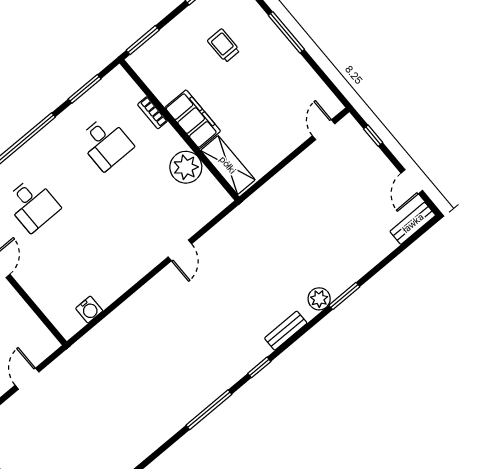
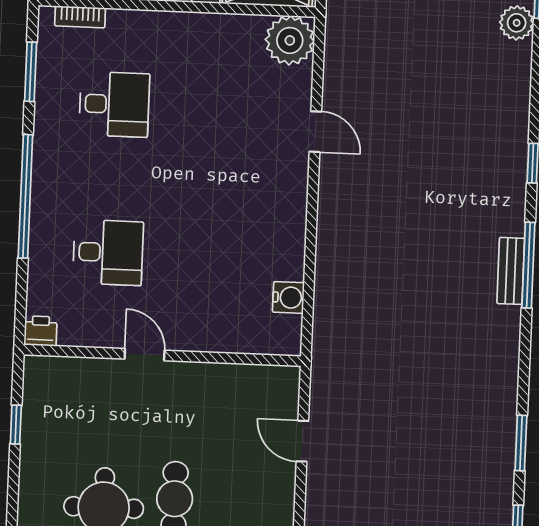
bookcase: (152, 113) -> (80, 17), moved
plant: (186, 167) -> (290, 40), moved
bench: (286, 331) -> (511, 271), moved

